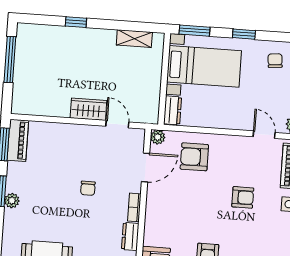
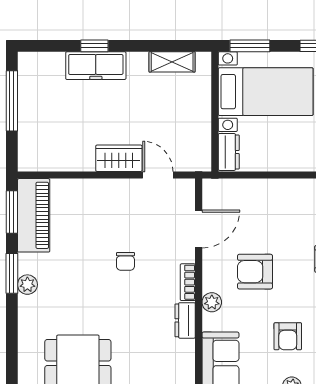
freezer: (76, 37) -> (96, 66), added
plant: (158, 137) -> (212, 302), moved
piano: (18, 140) -> (34, 215), width x1.37, depth x1.33
armchair: (194, 157) -> (255, 272), moved

